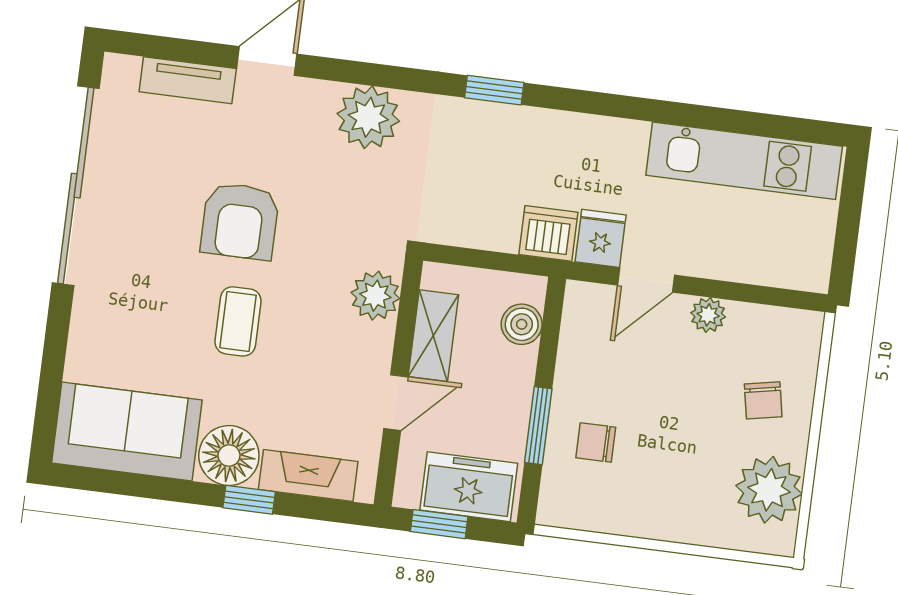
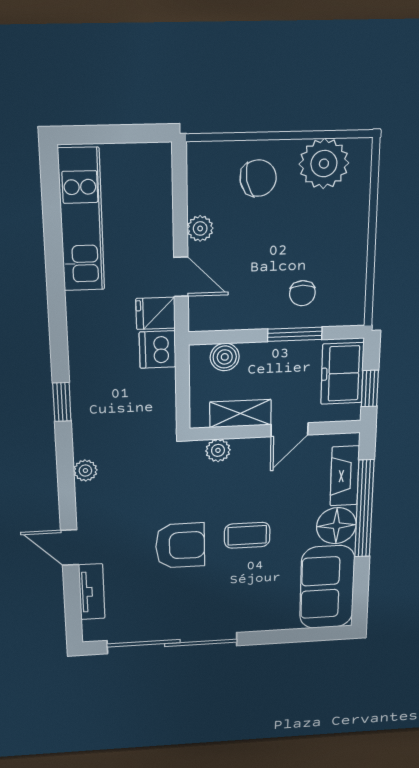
plant: (368, 117) -> (85, 471), width x0.53, depth x0.53
plant: (375, 296) -> (218, 450), width x0.73, depth x0.73
chair: (763, 400) -> (258, 178), width x1.37, depth x1.37
door: (396, 403) -> (290, 430), swing flipped
window: (249, 500) -> (364, 509), width x3.17

